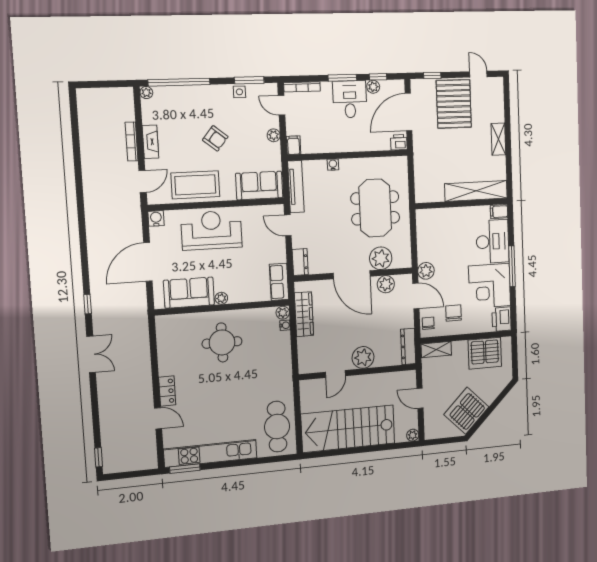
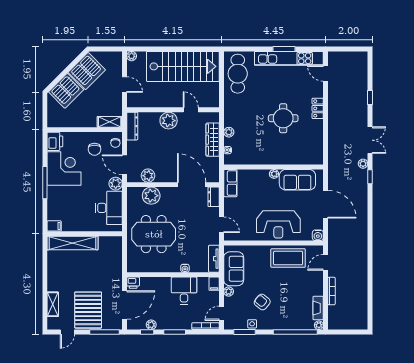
door: (478, 74) -> (67, 332), hinge flipped
window: (432, 75) -> (105, 332), width x2.17
desk: (350, 99) -> (184, 291), moved, turned 180
door: (282, 105) -> (221, 313), swing flipped
armchair: (215, 138) -> (262, 302), moved
shelving: (498, 139) -> (53, 304), moved
fireplace: (150, 142) -> (318, 308), moved
sofa: (259, 186) -> (234, 269), moved, turned -90
tv unit: (296, 187) -> (214, 259), width x0.71
meeting table: (375, 208) -> (154, 234), turned 90
desk: (492, 241) -> (109, 208), moved, turned 180
door: (148, 262) -> (326, 204), hinge flipped
door: (352, 275) -> (192, 185), moved
plant: (283, 313) -> (229, 132), moved
wardrobe: (304, 314) -> (213, 140), moved
plant: (99, 321) -> (363, 164), added
round table: (222, 342) -> (283, 118), moved
server rack: (485, 353) -> (66, 91), moved, turned 135
double door: (91, 354) -> (370, 140), swing flipped
door: (335, 374) -> (191, 110), hinge flipped
door: (158, 418) -> (326, 73), moved
window: (98, 457) -> (370, 98), moved
window: (185, 469) -> (284, 49), moved

